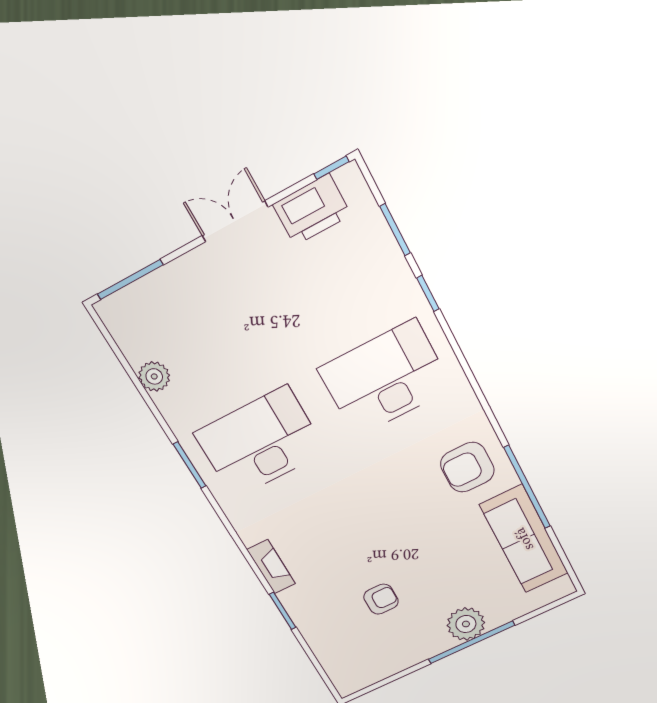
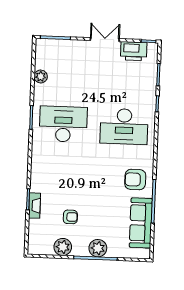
desk: (385, 379) -> (124, 126), turned 180
fireplace: (271, 567) -> (35, 206), moved
plant: (399, 655) -> (63, 247), added

